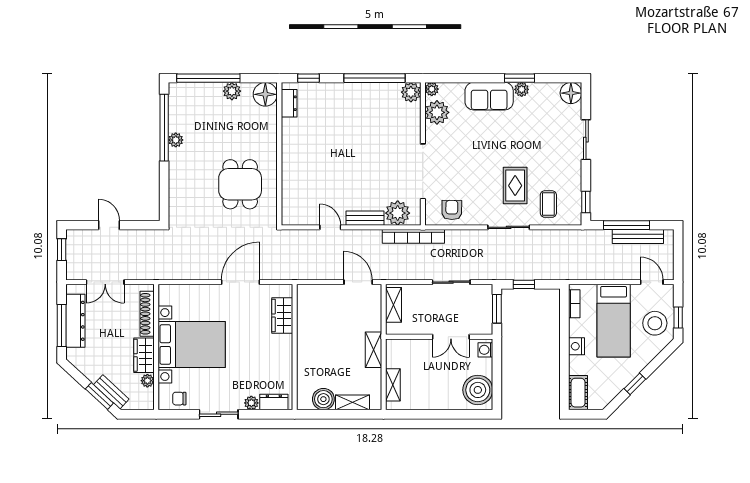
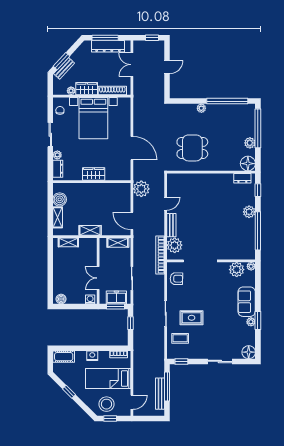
plant: (411, 92) -> (249, 212), moved
plant: (176, 140) -> (201, 108), moved
plant: (306, 267) -> (141, 189), added
door: (358, 282) -> (132, 221), swing flipped
freezer: (482, 307) -> (116, 297), added
wardrobe: (282, 316) -> (94, 174), moved
boiler: (478, 390) -> (61, 299), width x0.54, depth x0.54

